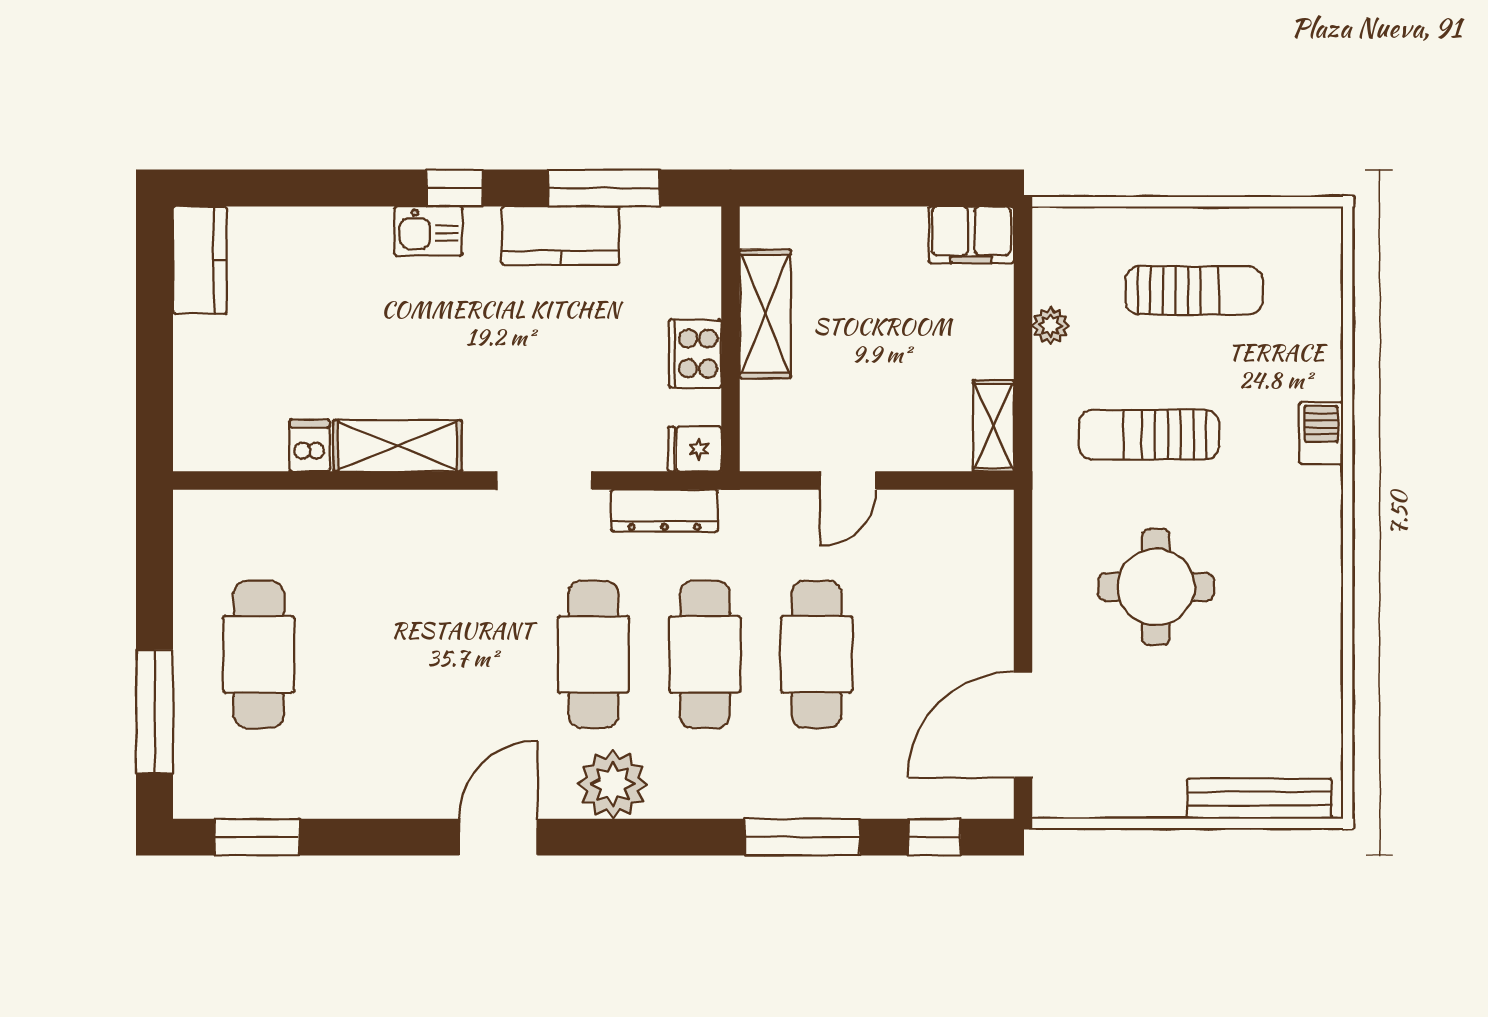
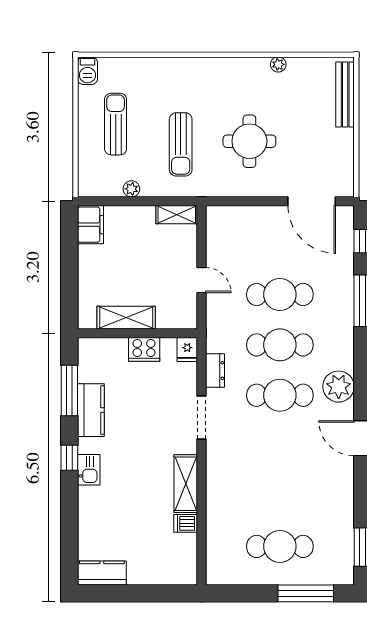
barbecue: (1321, 433) -> (87, 71), moved, turned -90
dresser: (664, 511) -> (215, 371), width x0.70
plant: (1326, 651) -> (278, 64), added

